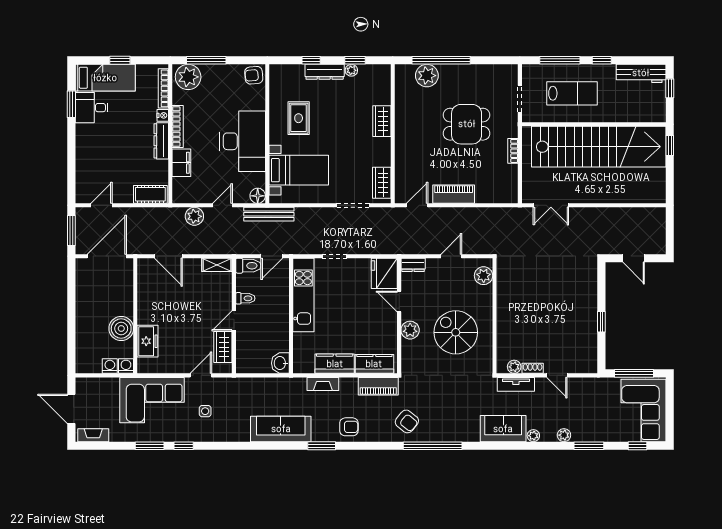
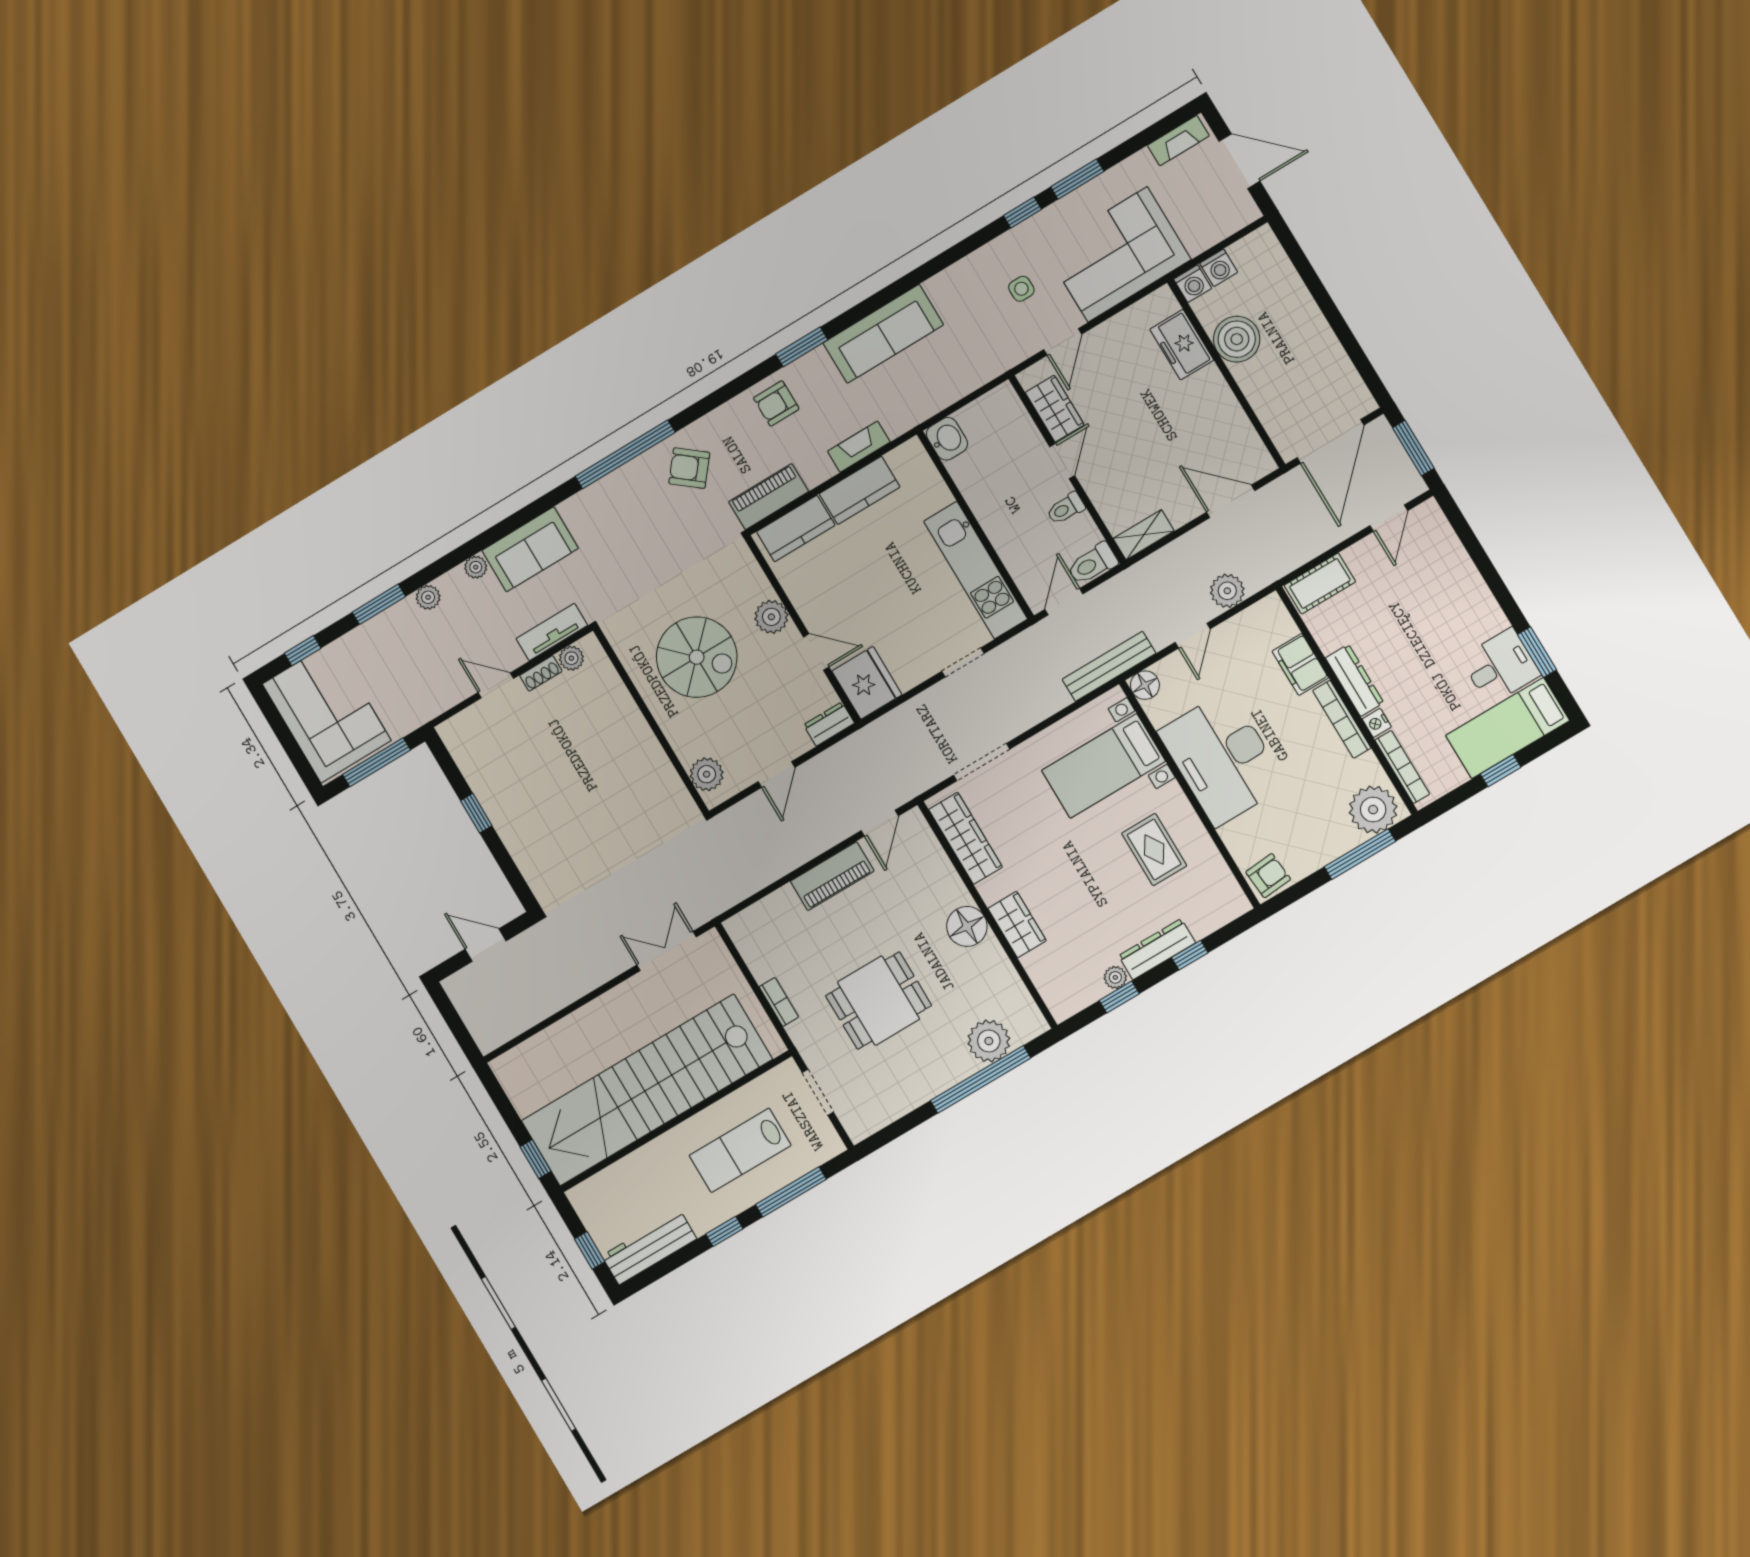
floor lamp: (405, 134) -> (967, 926), added
wardrobe: (382, 183) -> (966, 838), width x1.50

